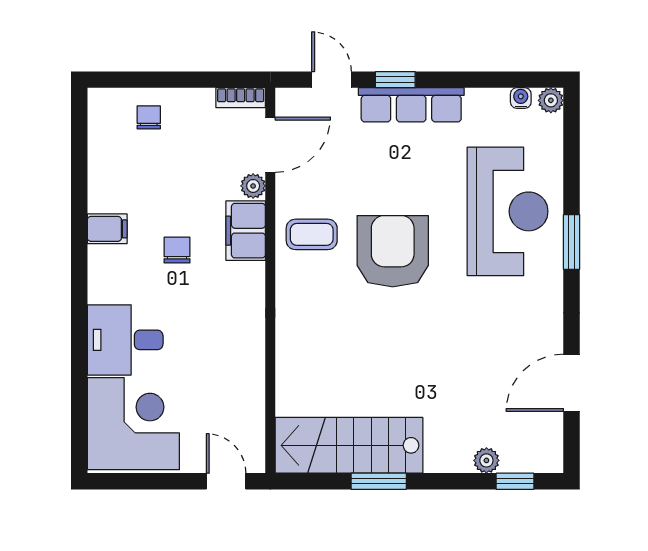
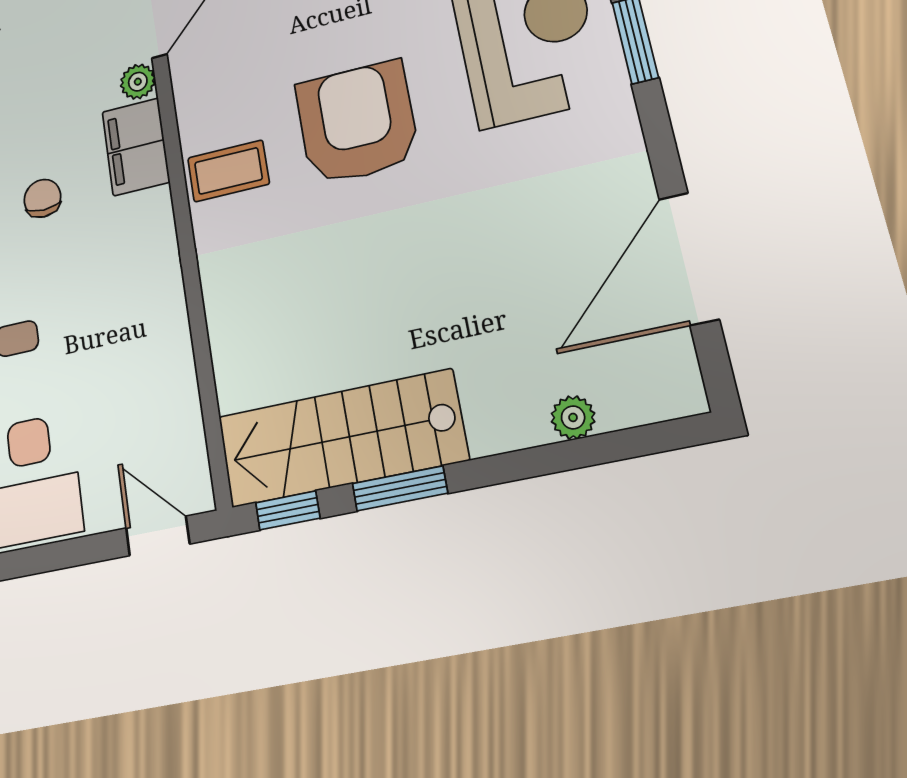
coffee table: (312, 234) -> (228, 171), moved
door: (572, 383) -> (689, 259), width x1.36
window: (515, 481) -> (288, 510), moved

